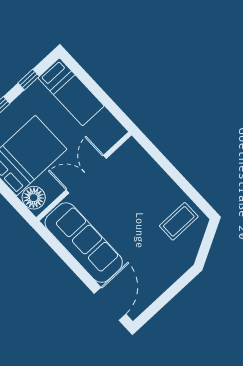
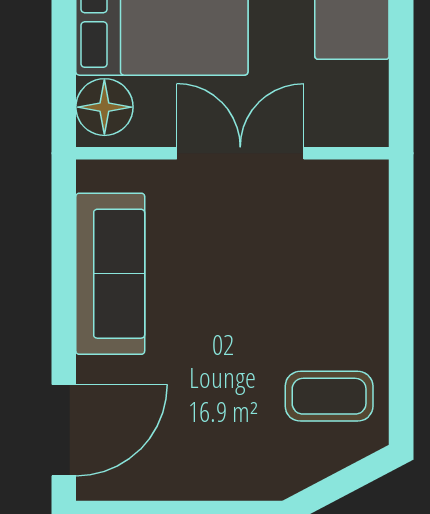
sofa: (84, 243) -> (110, 274), width x0.74, depth x0.79

